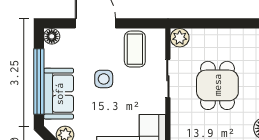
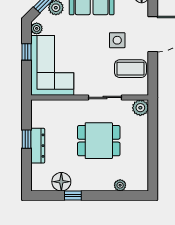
side table: (104, 79) -> (117, 40), moved

